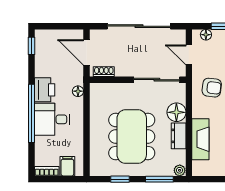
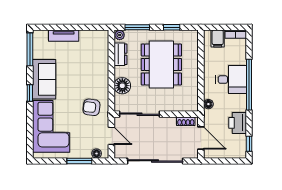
printer: (45, 90) -> (238, 123), moved
dresser: (179, 136) -> (120, 54), moved
fireplace: (200, 139) -> (101, 62), removed

